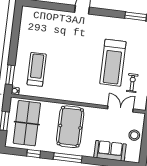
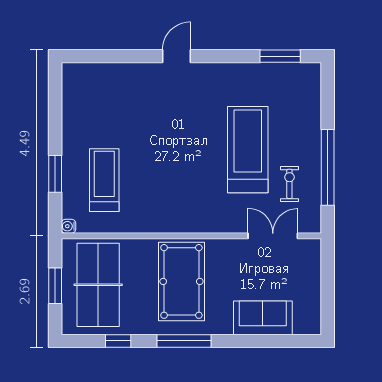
treadmill: (113, 63) -> (248, 150), turned 180
window: (10, 75) -> (55, 174), moved
stool: (134, 135) -> (305, 283), removed

